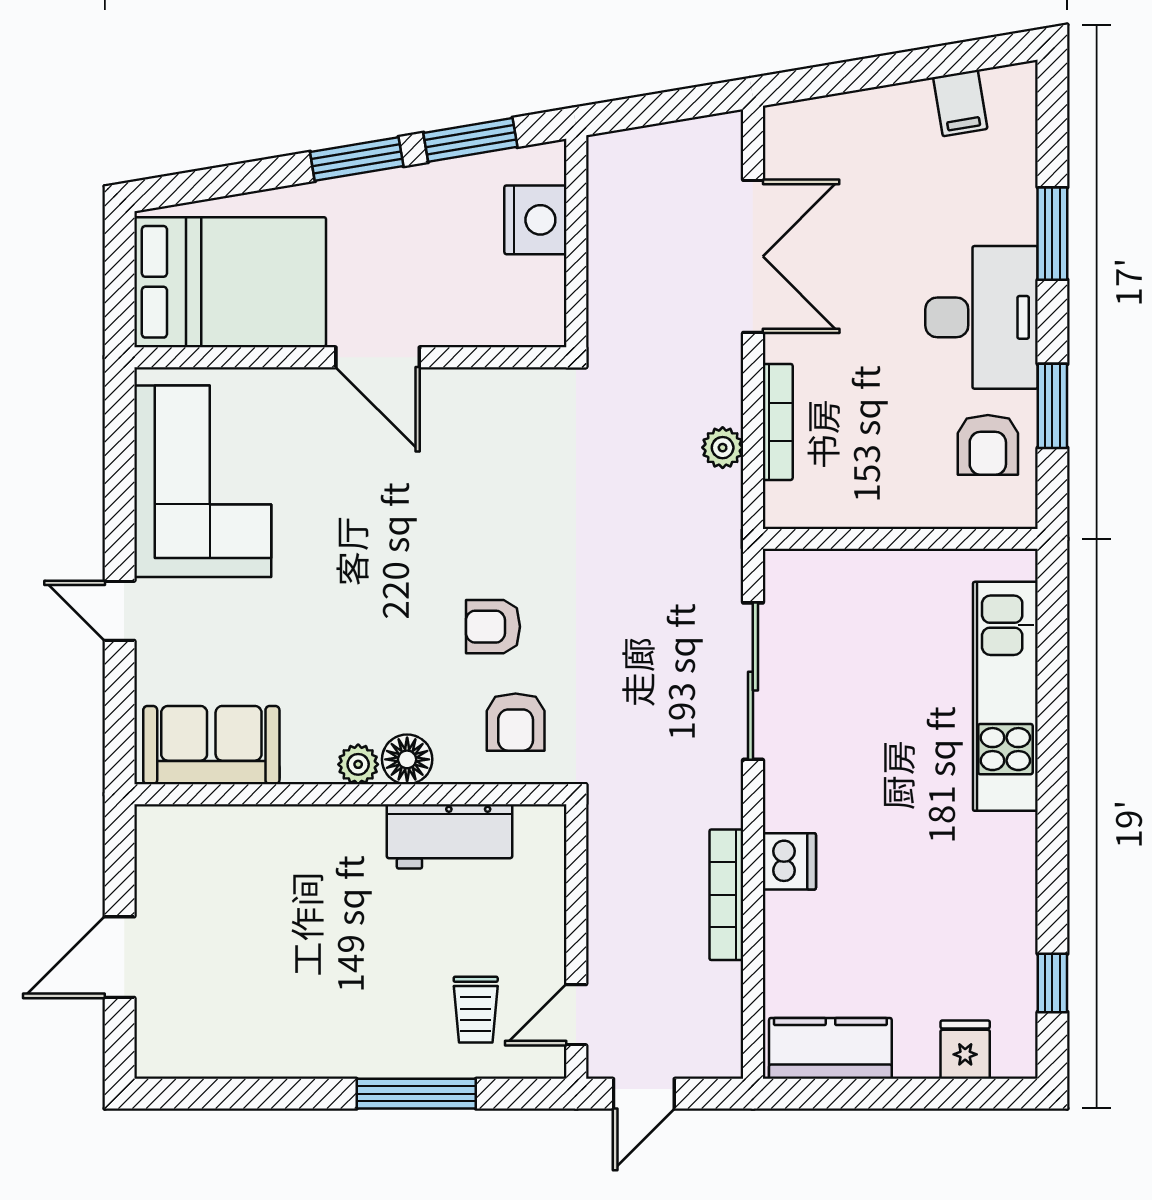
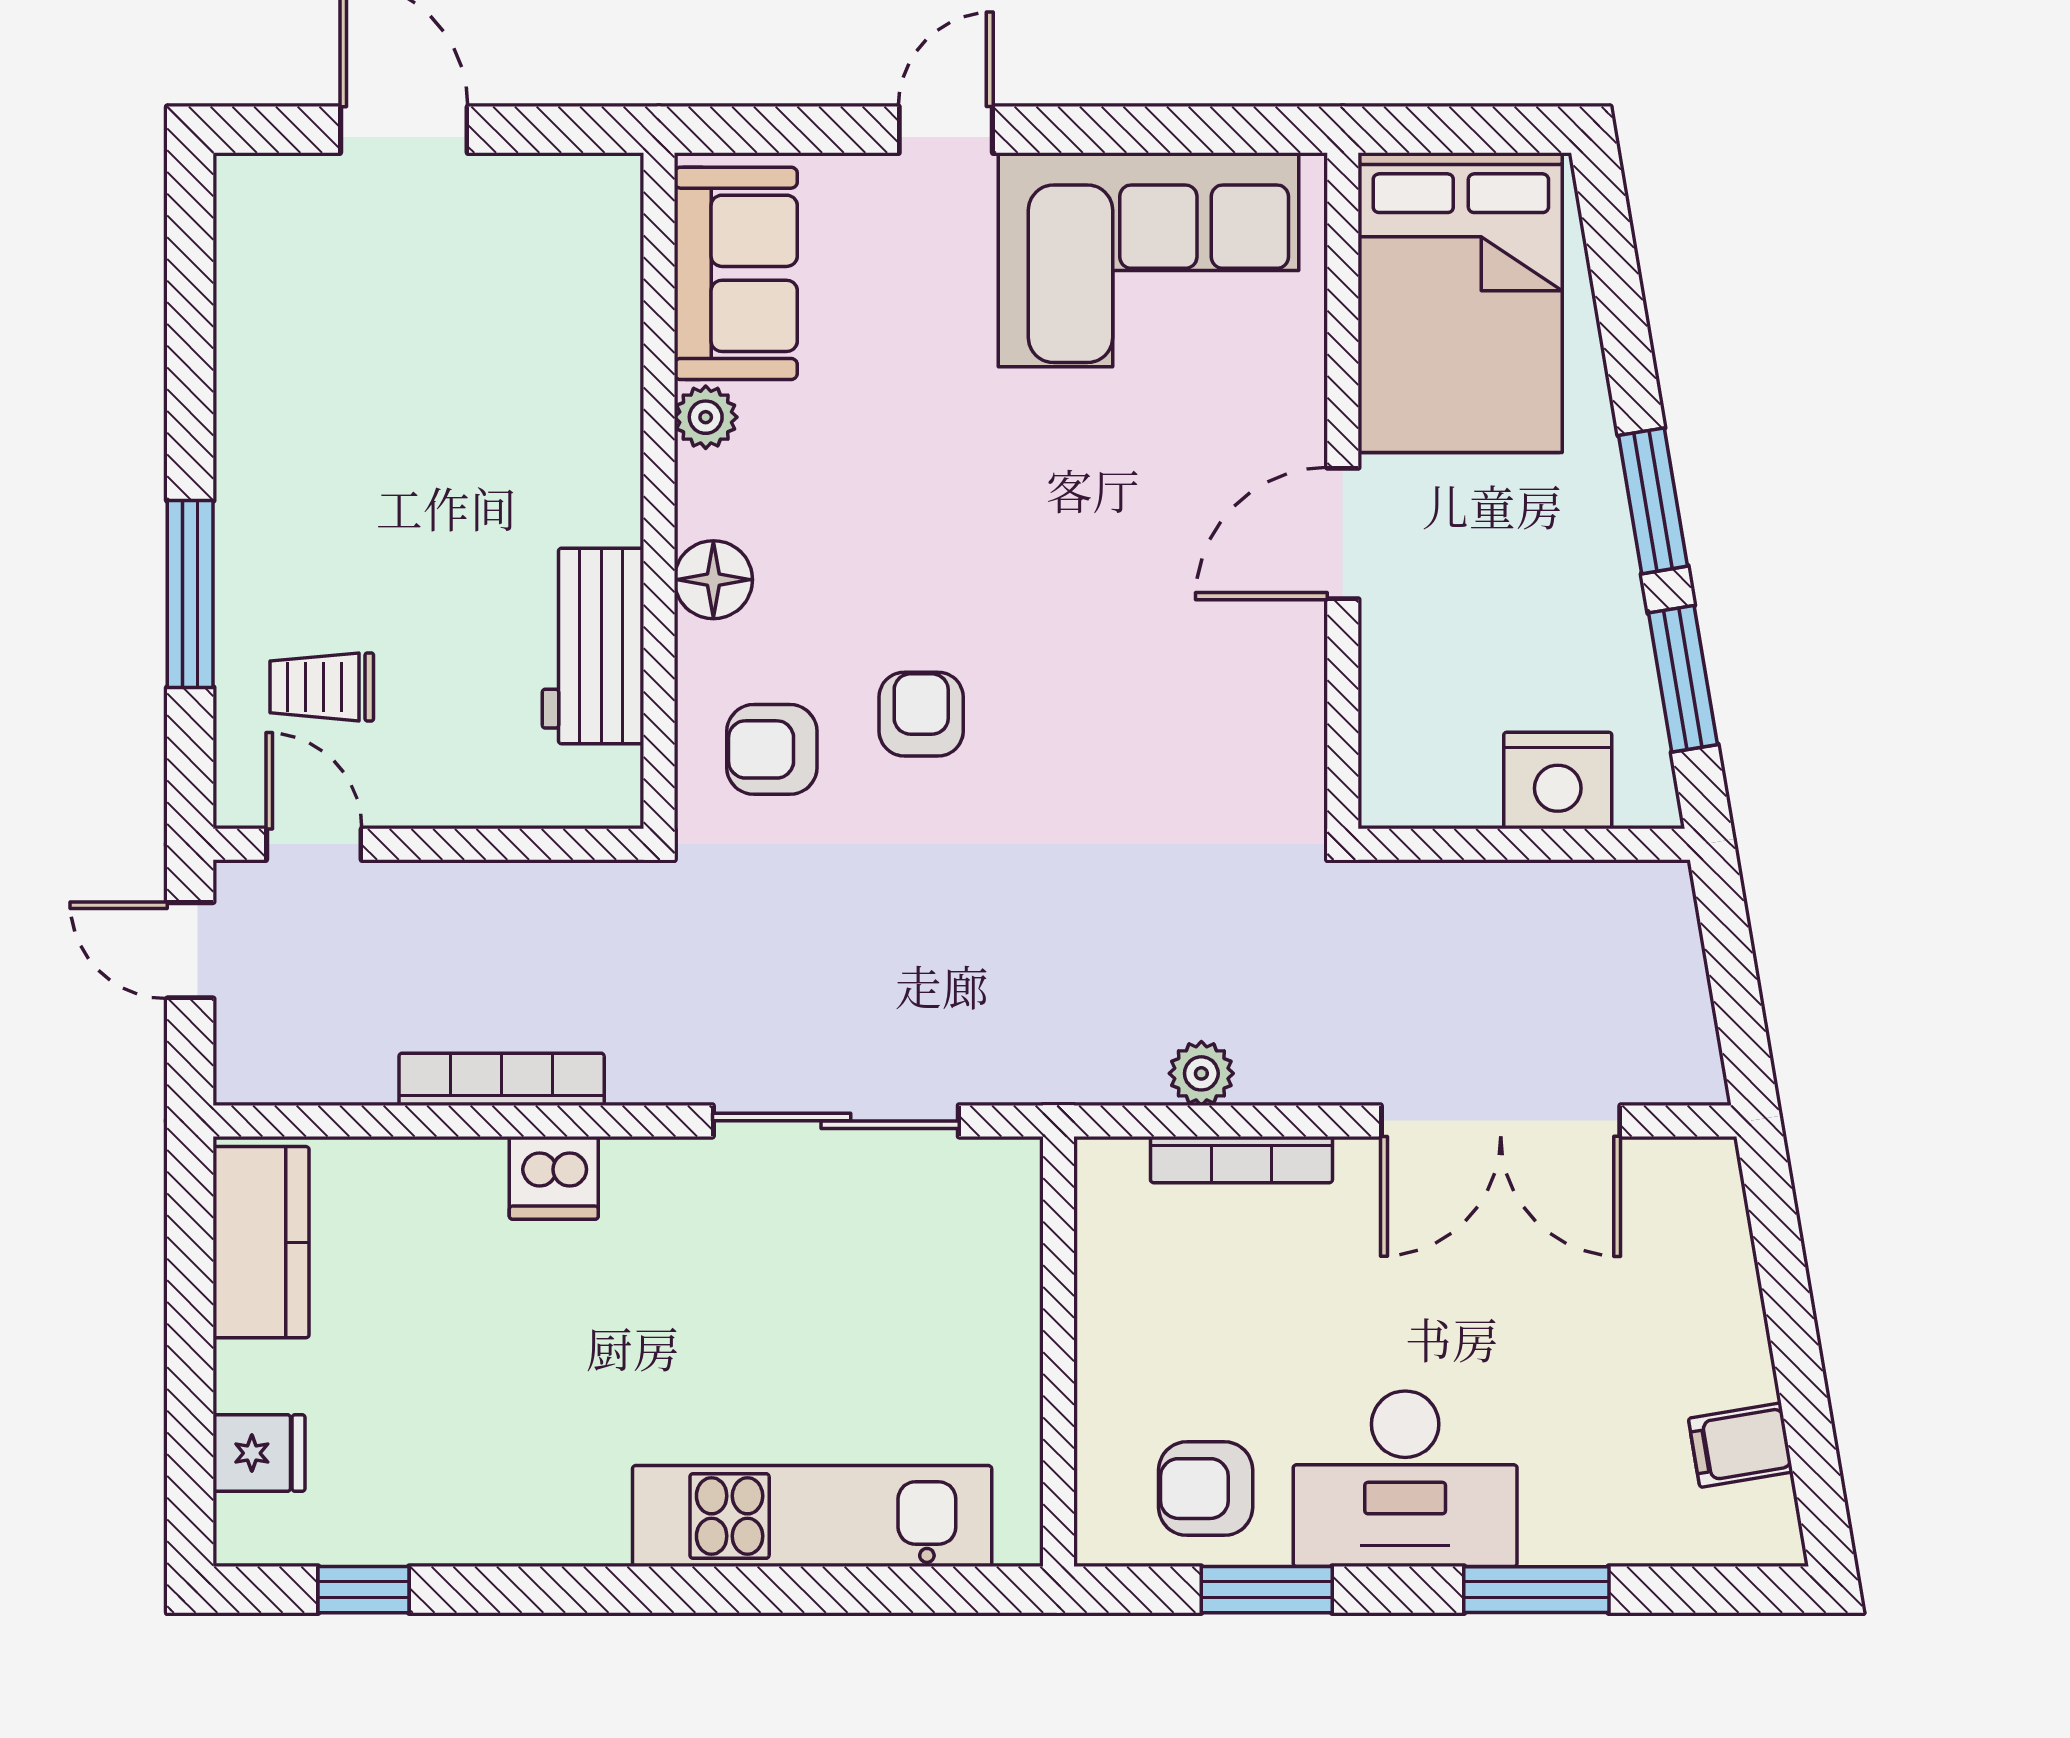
plant: (358, 764) -> (706, 417), moved

